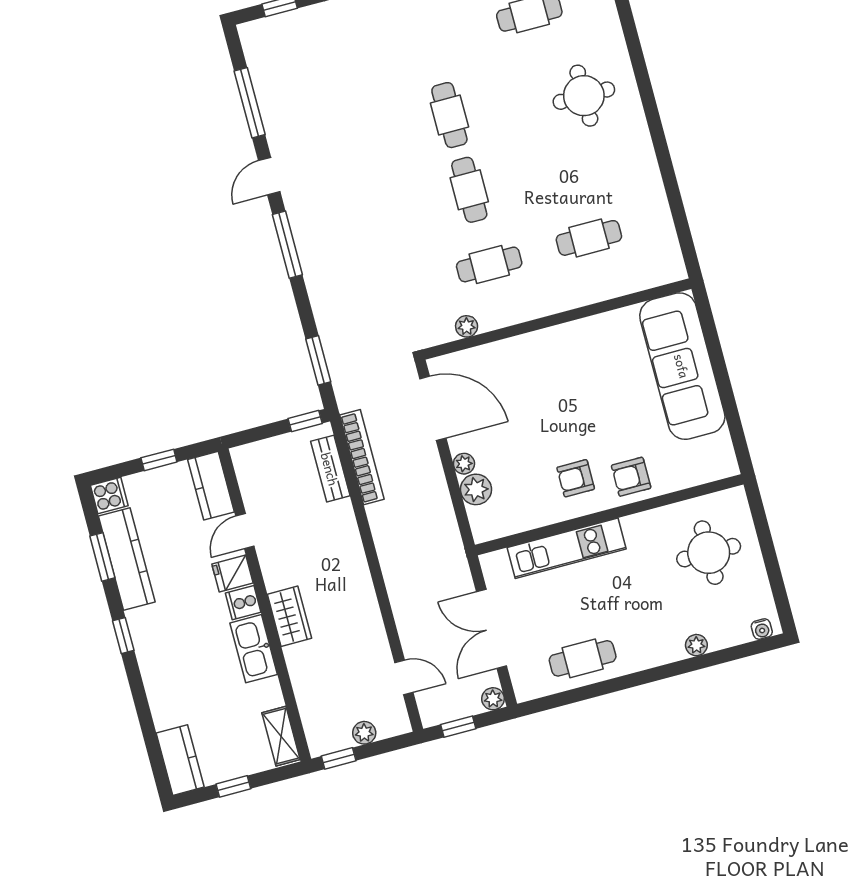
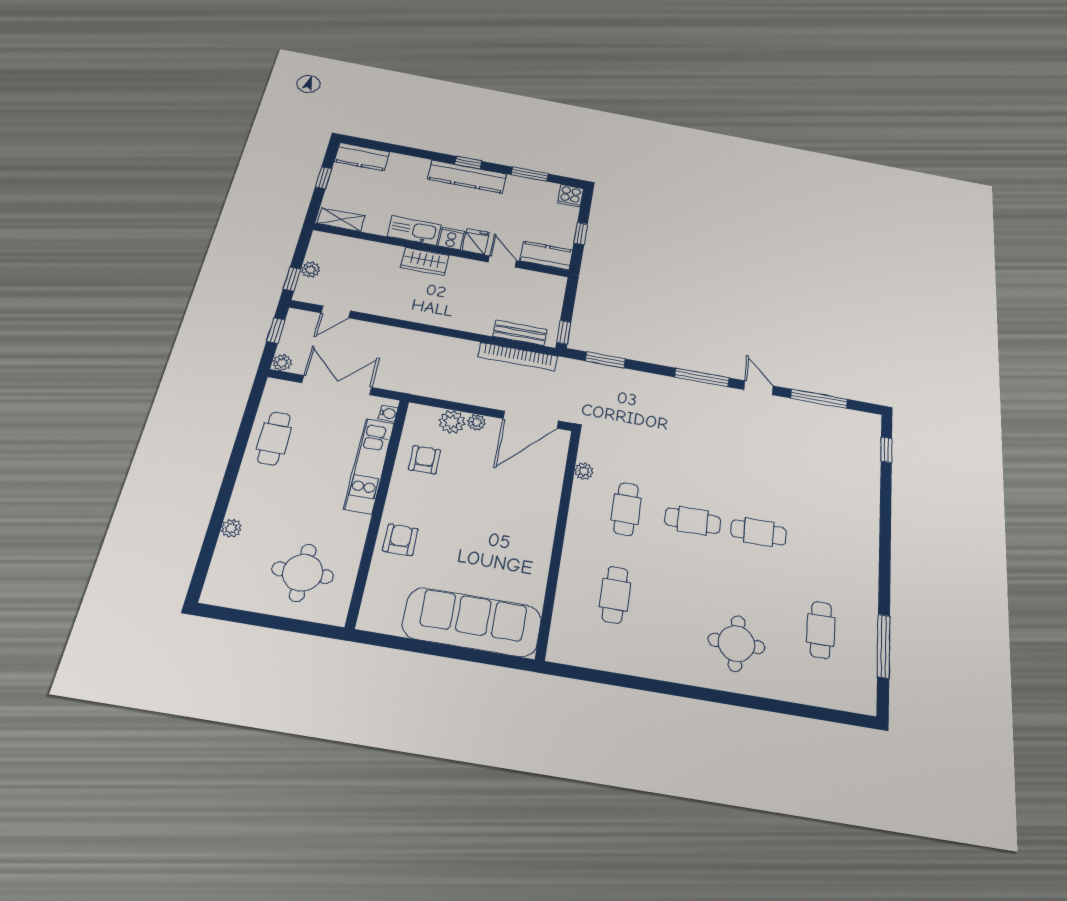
armchair: (576, 478) -> (425, 460), moved
kitchen counter: (127, 559) -> (467, 177), moved
water cooler: (762, 629) -> (388, 413), moved, turned 180
window: (339, 758) -> (292, 279), moved

